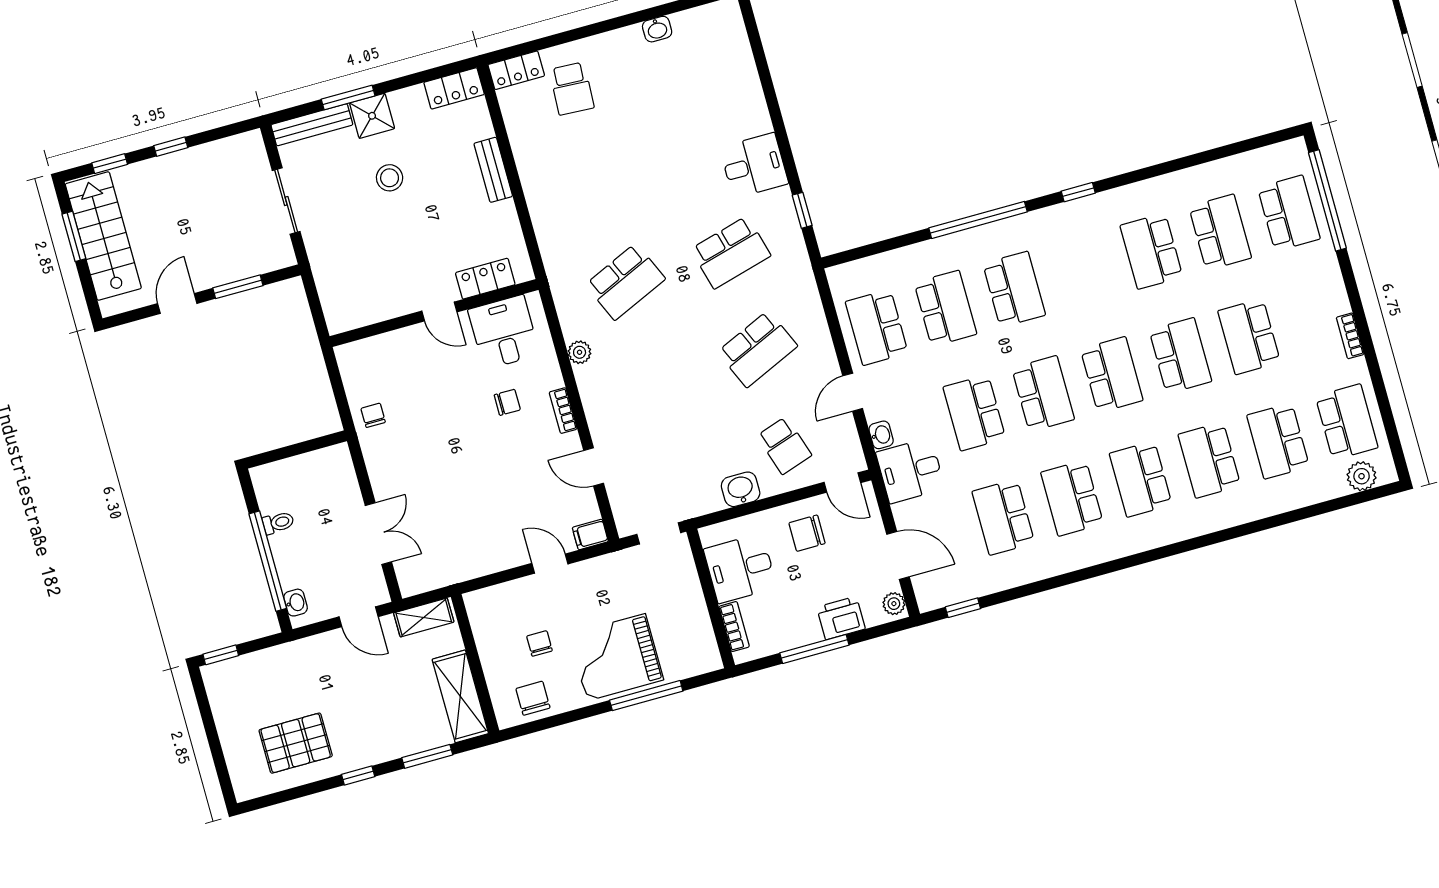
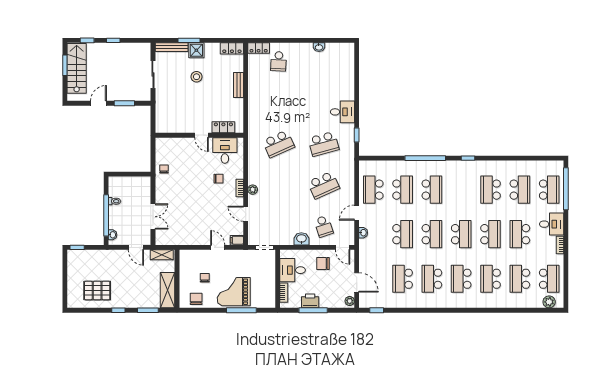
plant: (580, 352) -> (253, 190), moved
school desk: (974, 413) -> (403, 234), turned 180
desk: (910, 471) -> (552, 224), moved, turned 180
printer: (841, 618) -> (310, 301), moved

